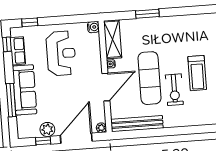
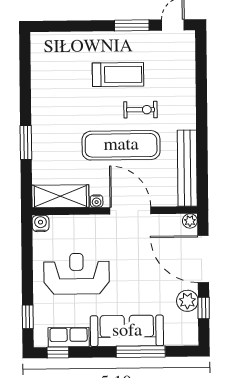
exercise bike: (174, 90) -> (141, 110), width x0.73, depth x0.72

